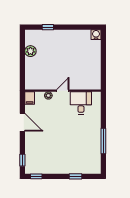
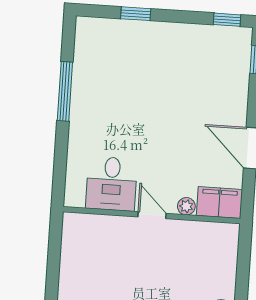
door: (63, 91) -> (152, 215), swing flipped
filing cabinet: (30, 98) -> (219, 203), width x2.00

